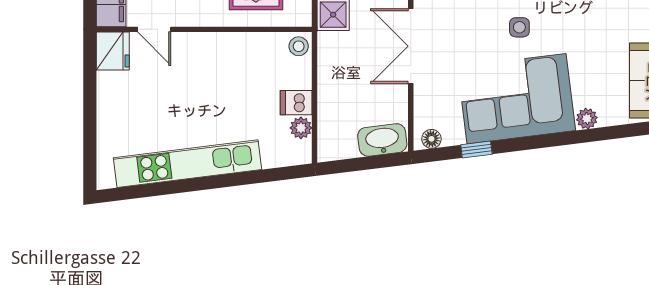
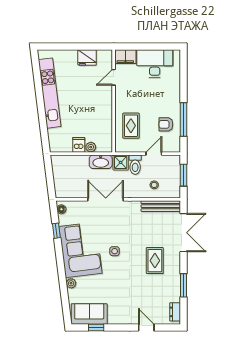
stool: (299, 46) -> (106, 146), removed
fridge: (113, 51) -> (87, 57), moved
plant: (301, 128) -> (91, 147), moved
washbasin: (382, 140) -> (101, 162), moved, turned 97

